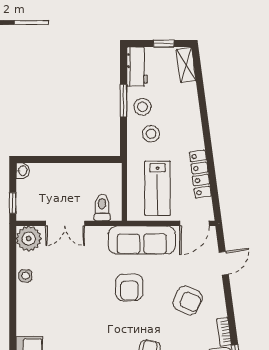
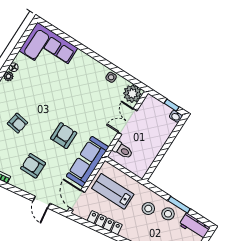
window: (13, 203) -> (172, 105), moved
armchair: (129, 287) -> (64, 136), turned 90
armchair: (188, 300) -> (33, 166), turned 65

